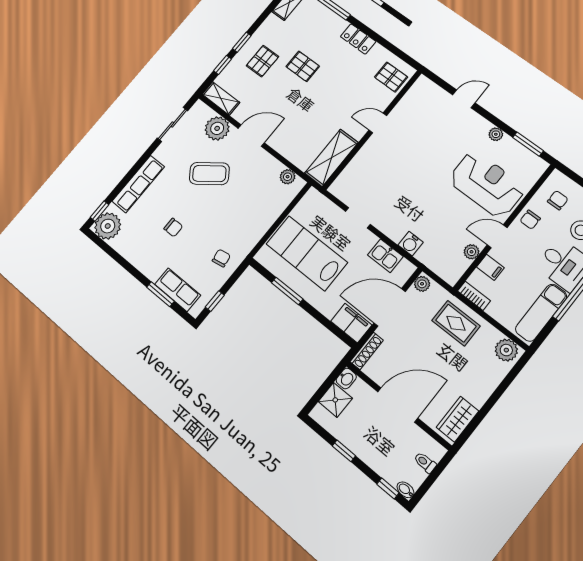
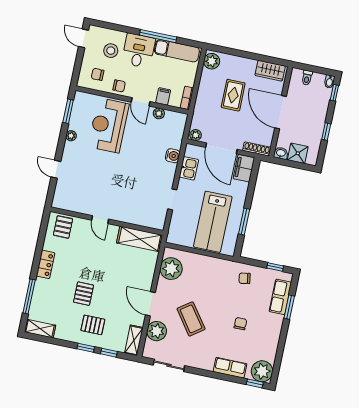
plant: (288, 177) -> (171, 269), width x1.88, depth x1.88
row of seats: (138, 184) -> (230, 368), width x0.68
rug: (456, 323) -> (233, 95), moved

